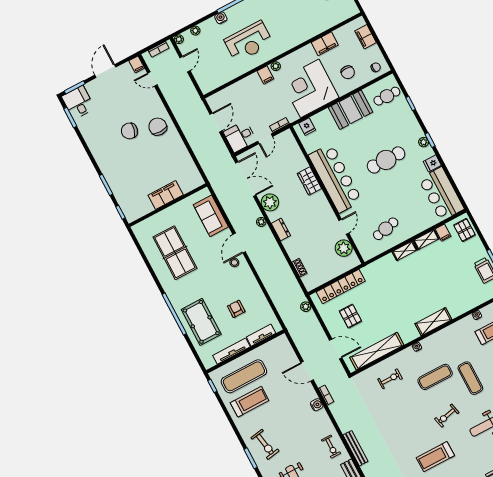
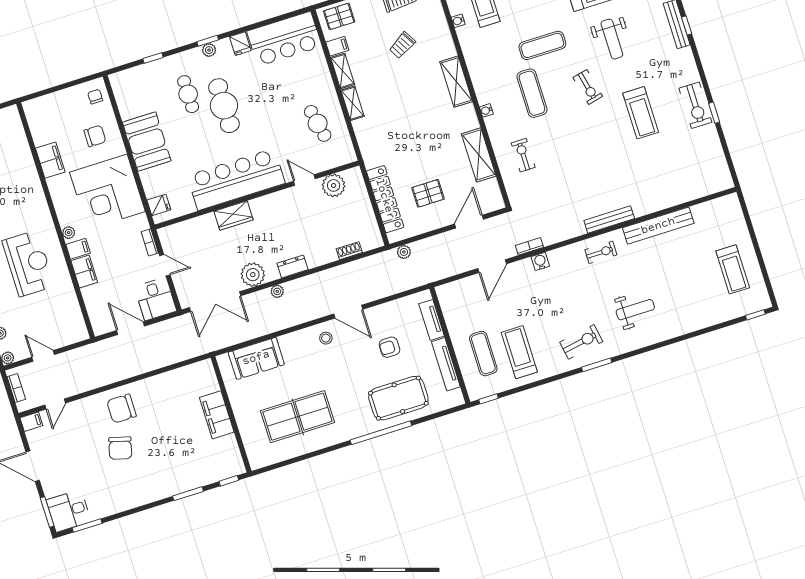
filing cabinet: (366, 37) -> (84, 271), moved, turned -90
cafe table: (387, 96) -> (188, 94), moved
double door: (246, 179) -> (215, 302), swing flipped
door: (239, 243) -> (348, 312), moved
trolley: (452, 279) -> (402, 45), added
shelving: (377, 351) -> (479, 155), width x0.68
exercise mat: (244, 376) -> (483, 354), width x0.73, depth x0.69

